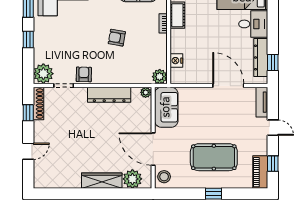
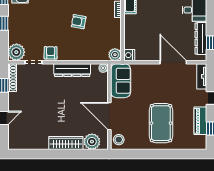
nightstand: (176, 61) -> (129, 55), moved
pool table: (214, 157) -> (161, 123), turned 90
piano: (260, 172) -> (200, 121), moved
window: (213, 194) -> (161, 154), removed

